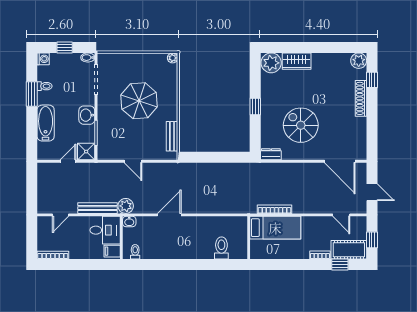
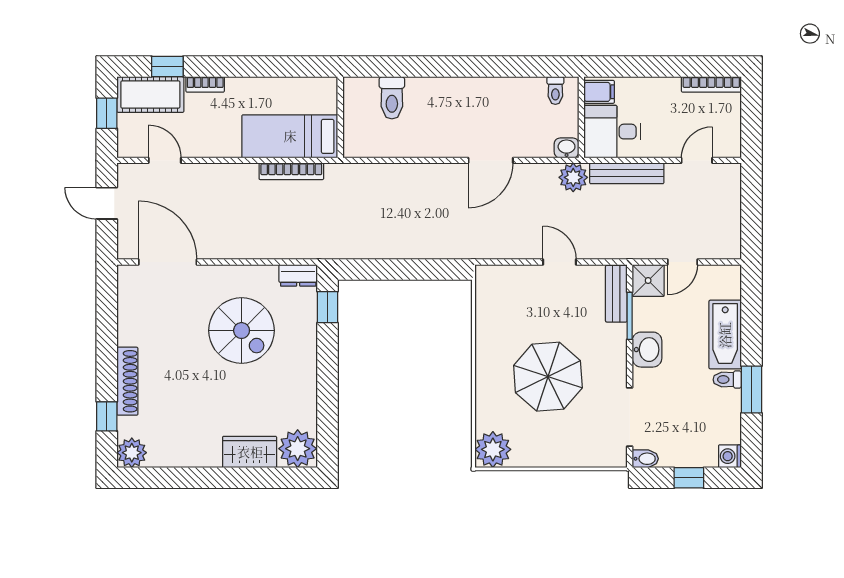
plant: (173, 58) -> (493, 449), width x1.88, depth x1.88
toilet: (44, 86) -> (727, 380), moved
window: (255, 107) -> (328, 307), moved
bench: (172, 136) -> (616, 294), moved

